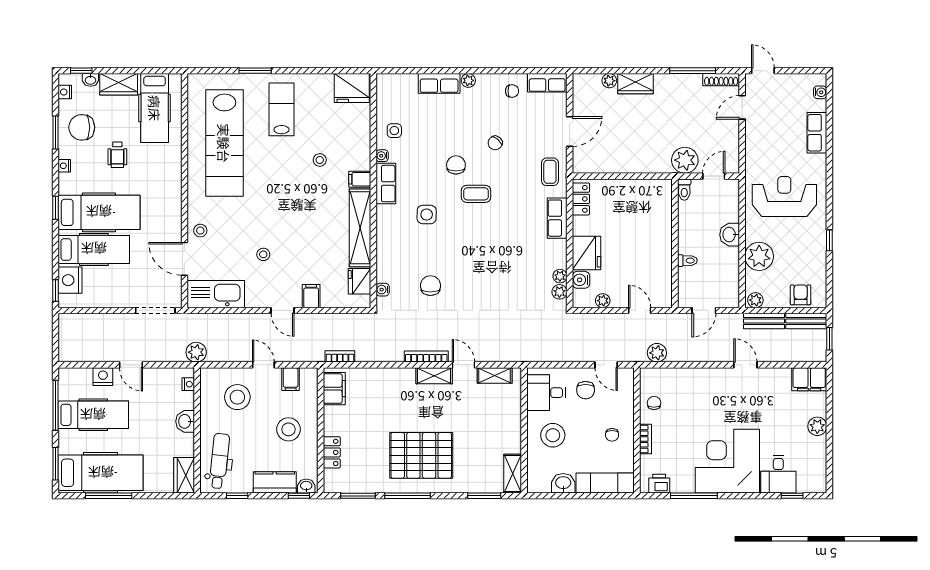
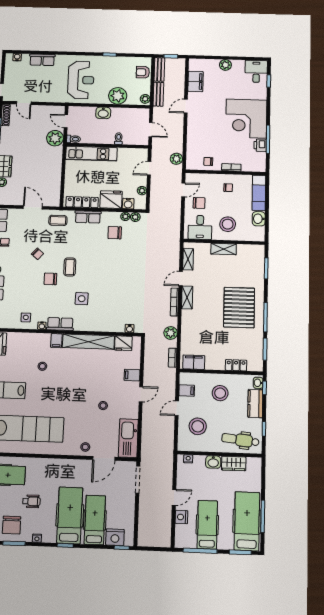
reception desk: (784, 197) -> (81, 80), turned 180
locker: (581, 199) -> (82, 202), width x1.53
kitchen unit: (661, 219) -> (91, 154), added
chair: (430, 286) -> (115, 233), moved
plant: (196, 352) -> (171, 333), moved
filing cabinet: (809, 379) -> (195, 81), moved
shelving: (513, 474) -> (224, 249), moved
desk: (778, 474) -> (256, 71), moved, turned -90
wardrobe: (184, 475) -> (234, 463), moved
printer: (659, 484) -> (260, 145), moved

